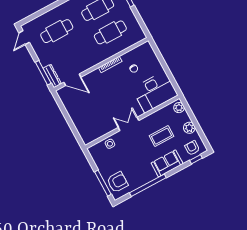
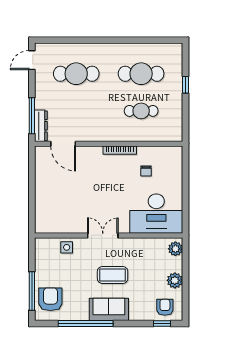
cafe table: (110, 32) -> (141, 111), width x0.73, depth x0.74
coffee table: (162, 136) -> (113, 275), moved
sofa: (167, 163) -> (109, 309), moved
armchair: (117, 182) -> (50, 299), turned -90

